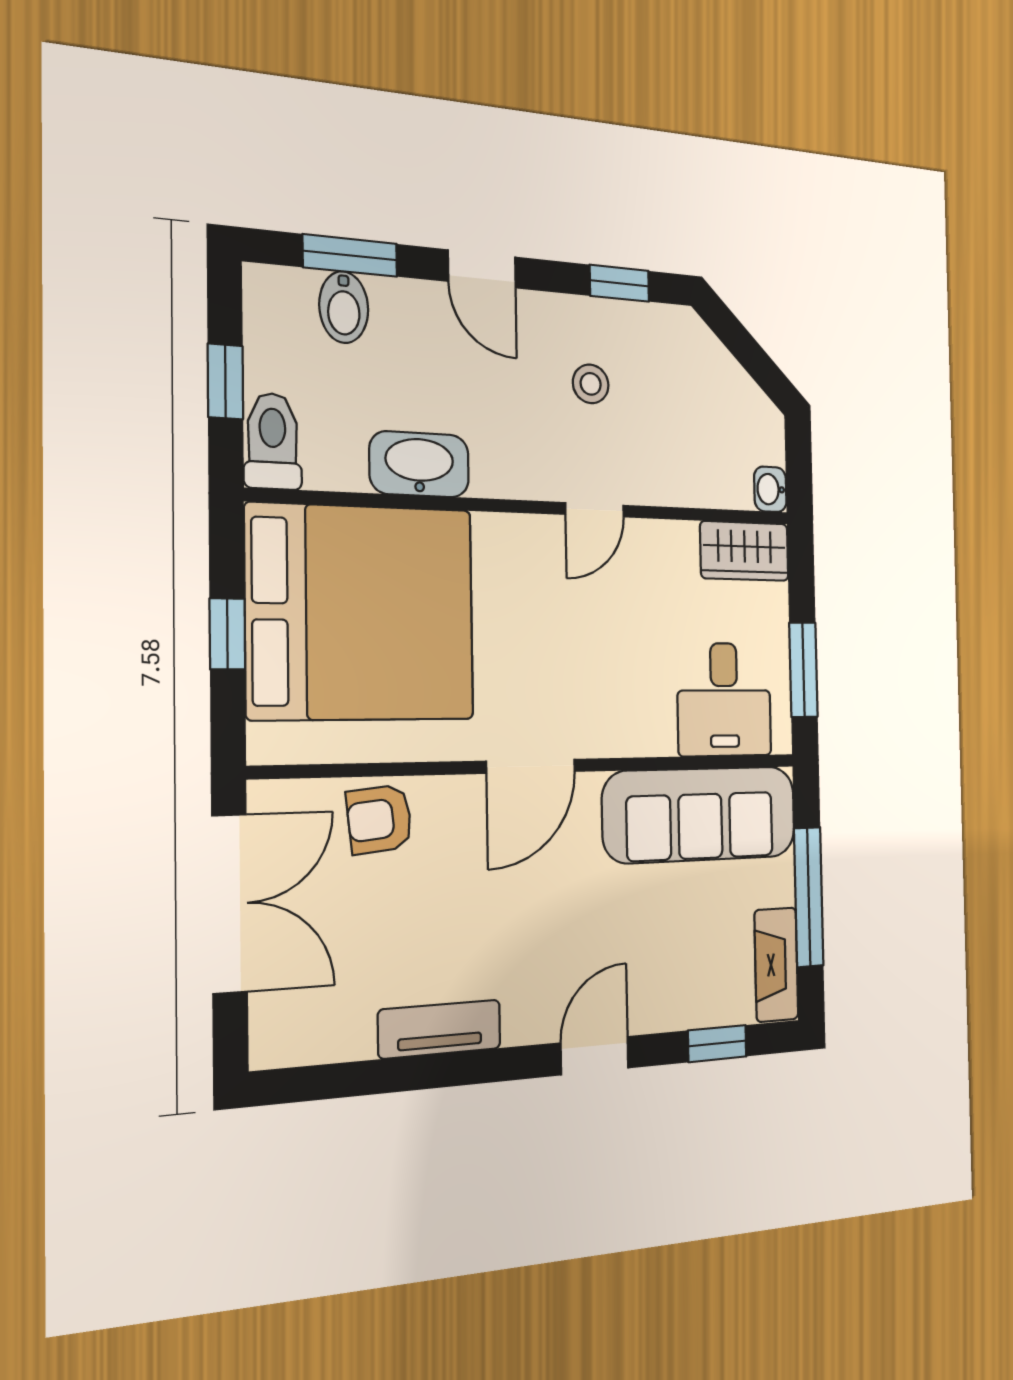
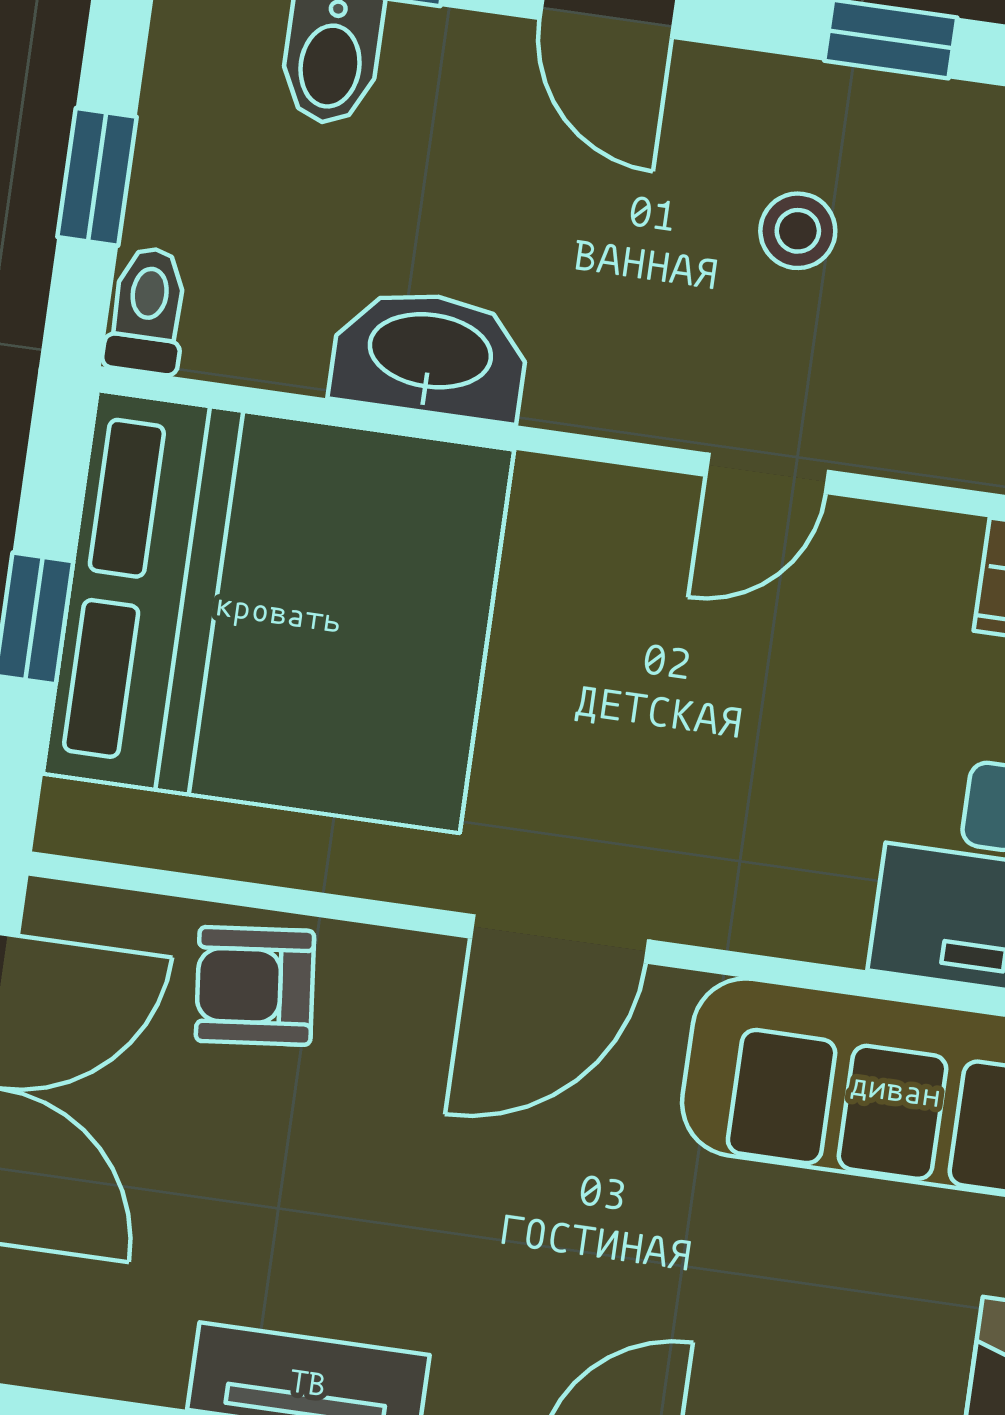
toilet: (273, 441) -> (147, 310), width x0.73, depth x0.72

